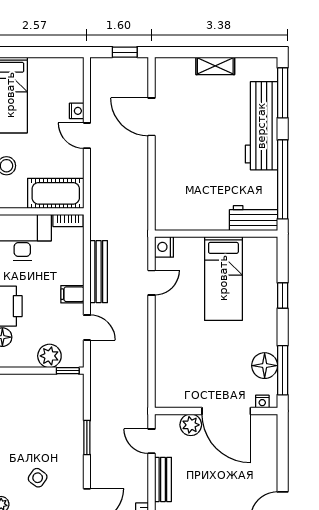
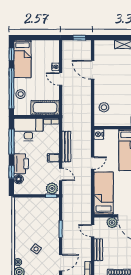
stool: (174, 192) -> (104, 107), added
door: (151, 283) -> (93, 163), moved
plant: (49, 356) -> (52, 188), moved
bed: (174, 365) -> (104, 193), added

